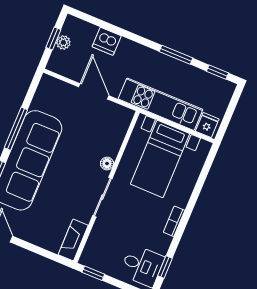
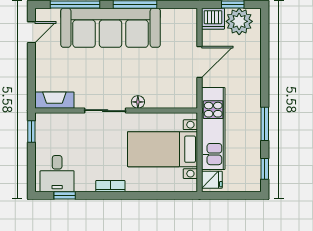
dishwasher: (107, 41) -> (213, 19), moved, turned -90
plant: (63, 42) -> (239, 21), width x1.88, depth x1.88

